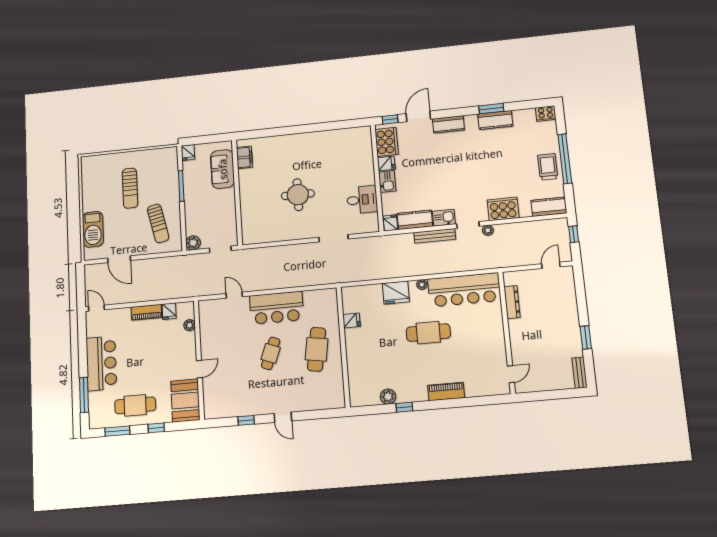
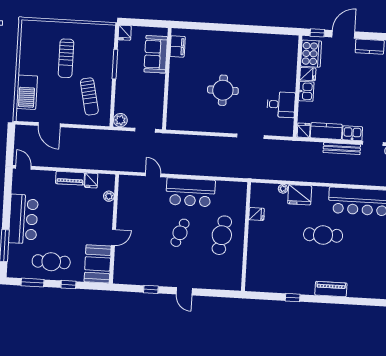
plant: (422, 285) -> (283, 189), moved
plant: (388, 397) -> (280, 286), removed

